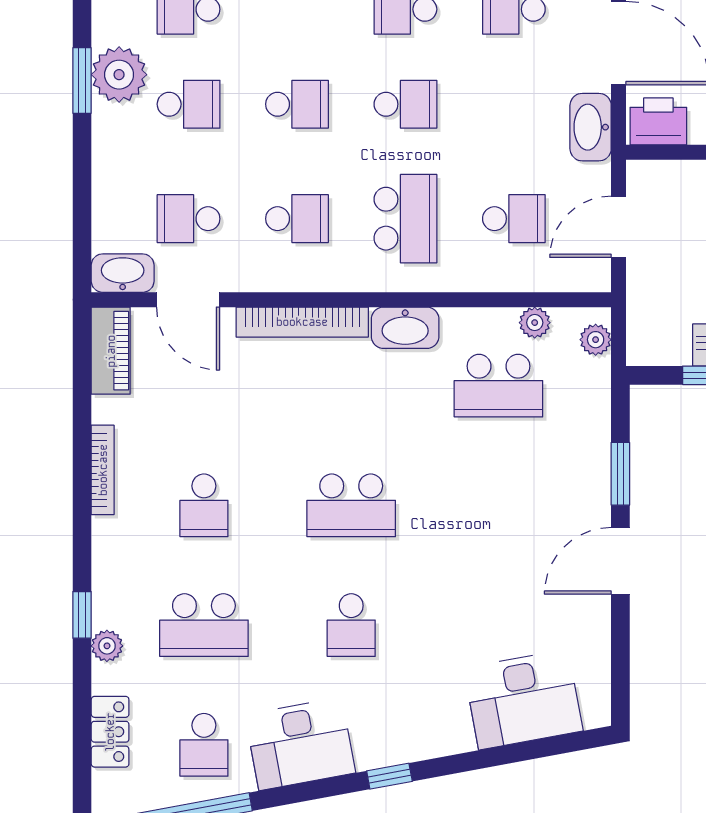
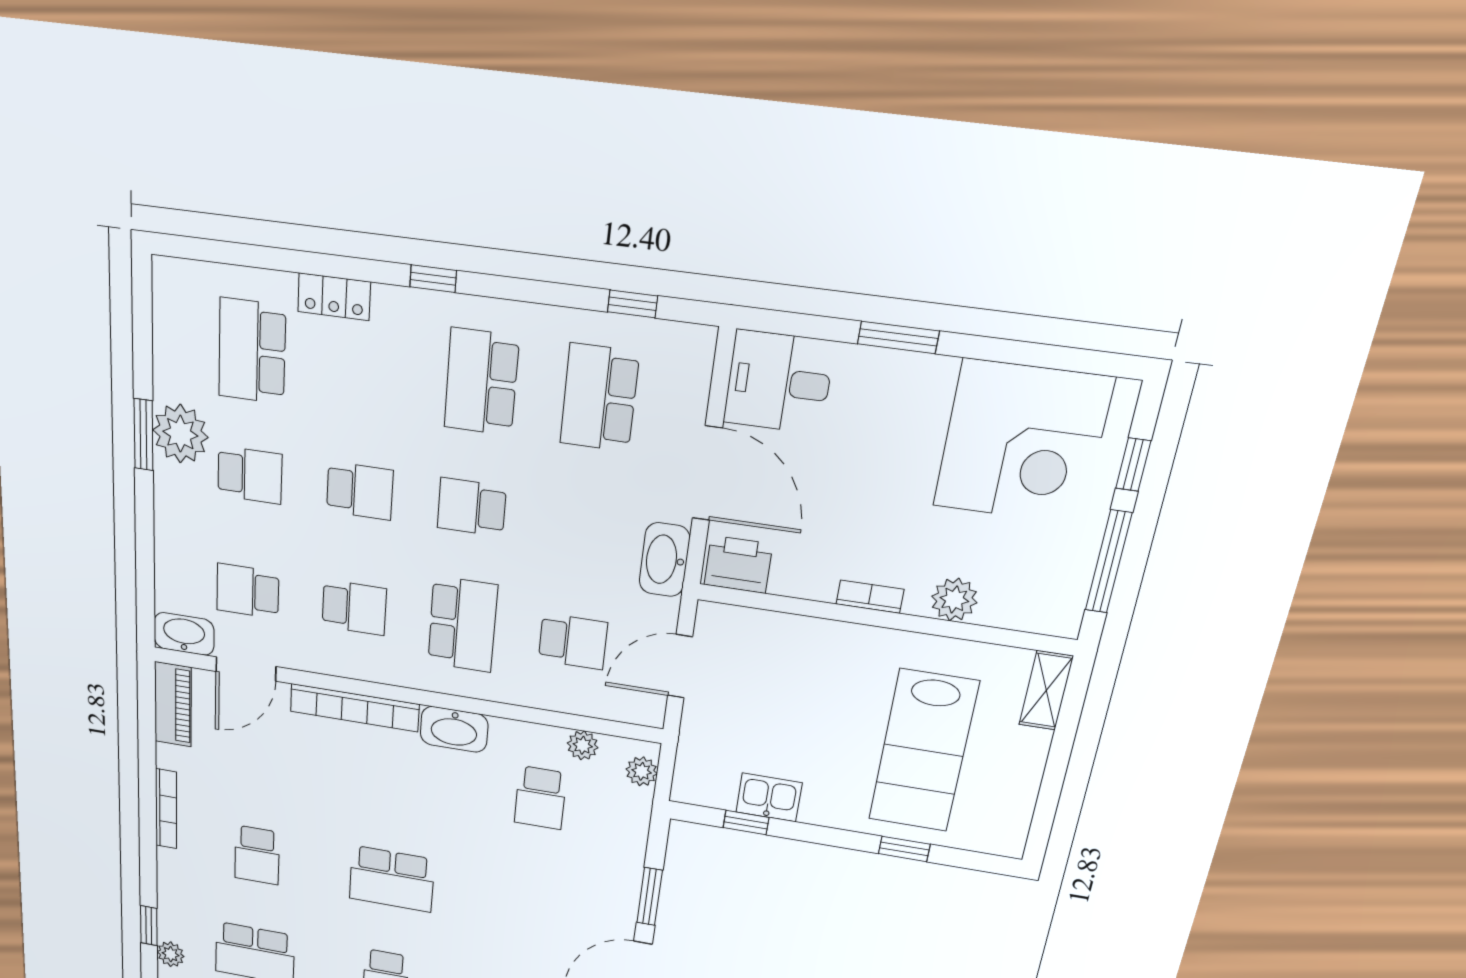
school desk: (405, 104) -> (472, 507), turned 180
door: (188, 300) -> (246, 669), hinge flipped
school desk: (498, 386) -> (540, 798), width x0.54

